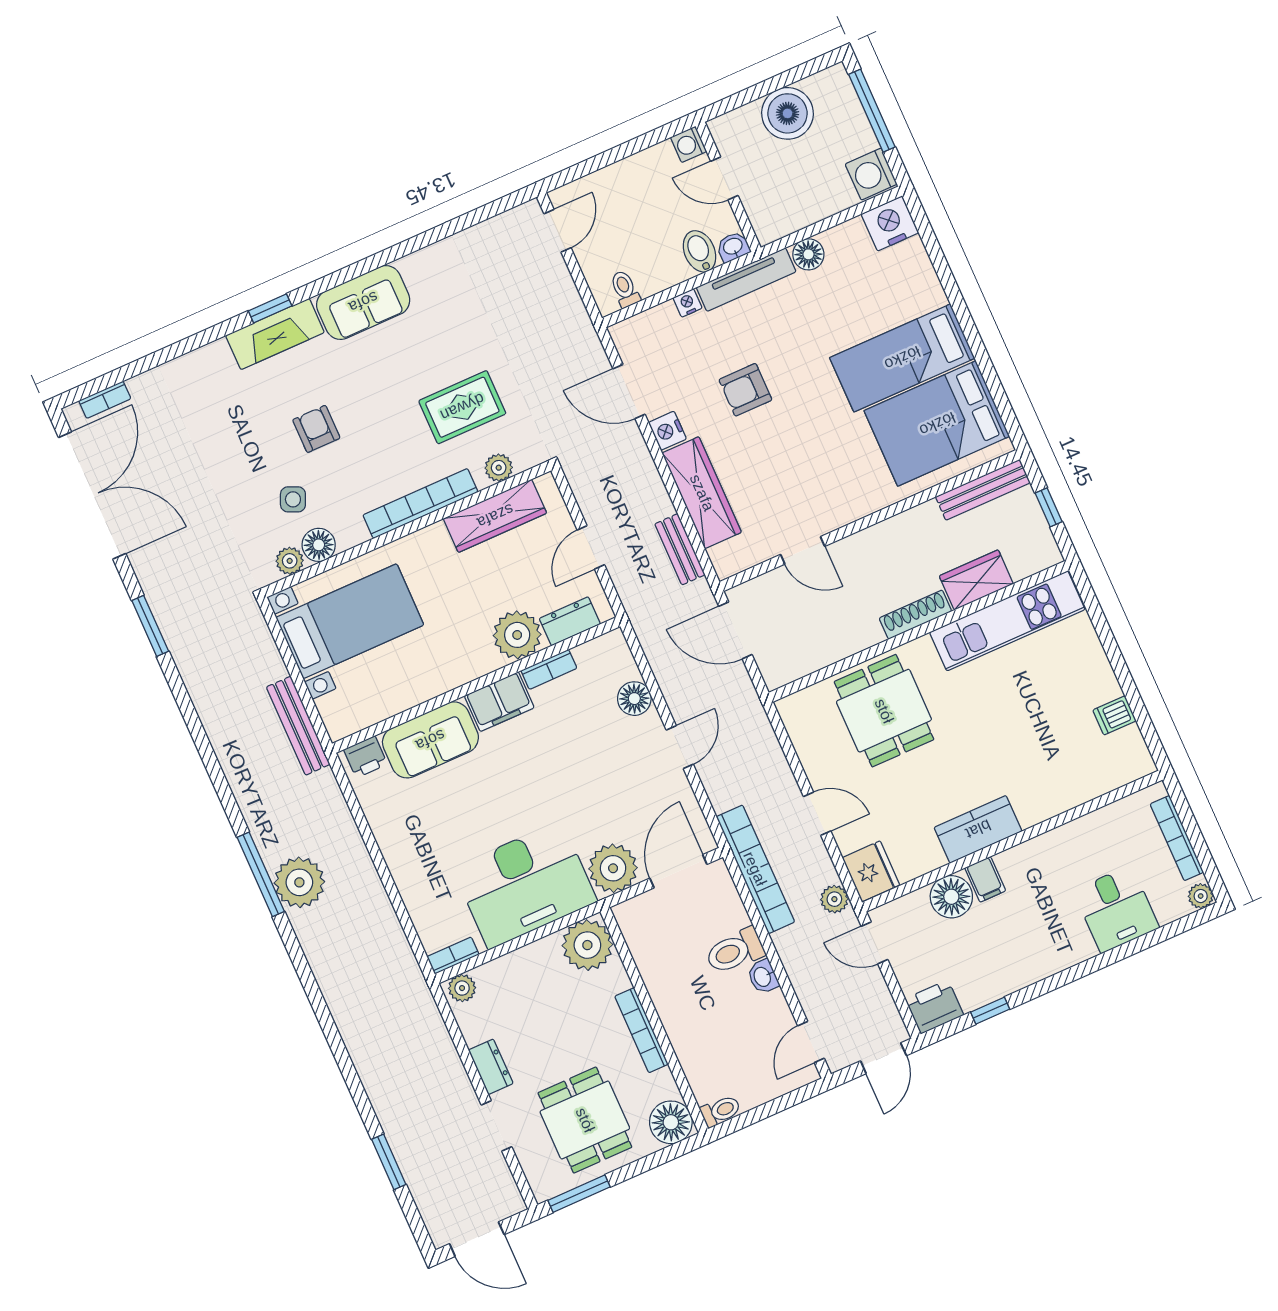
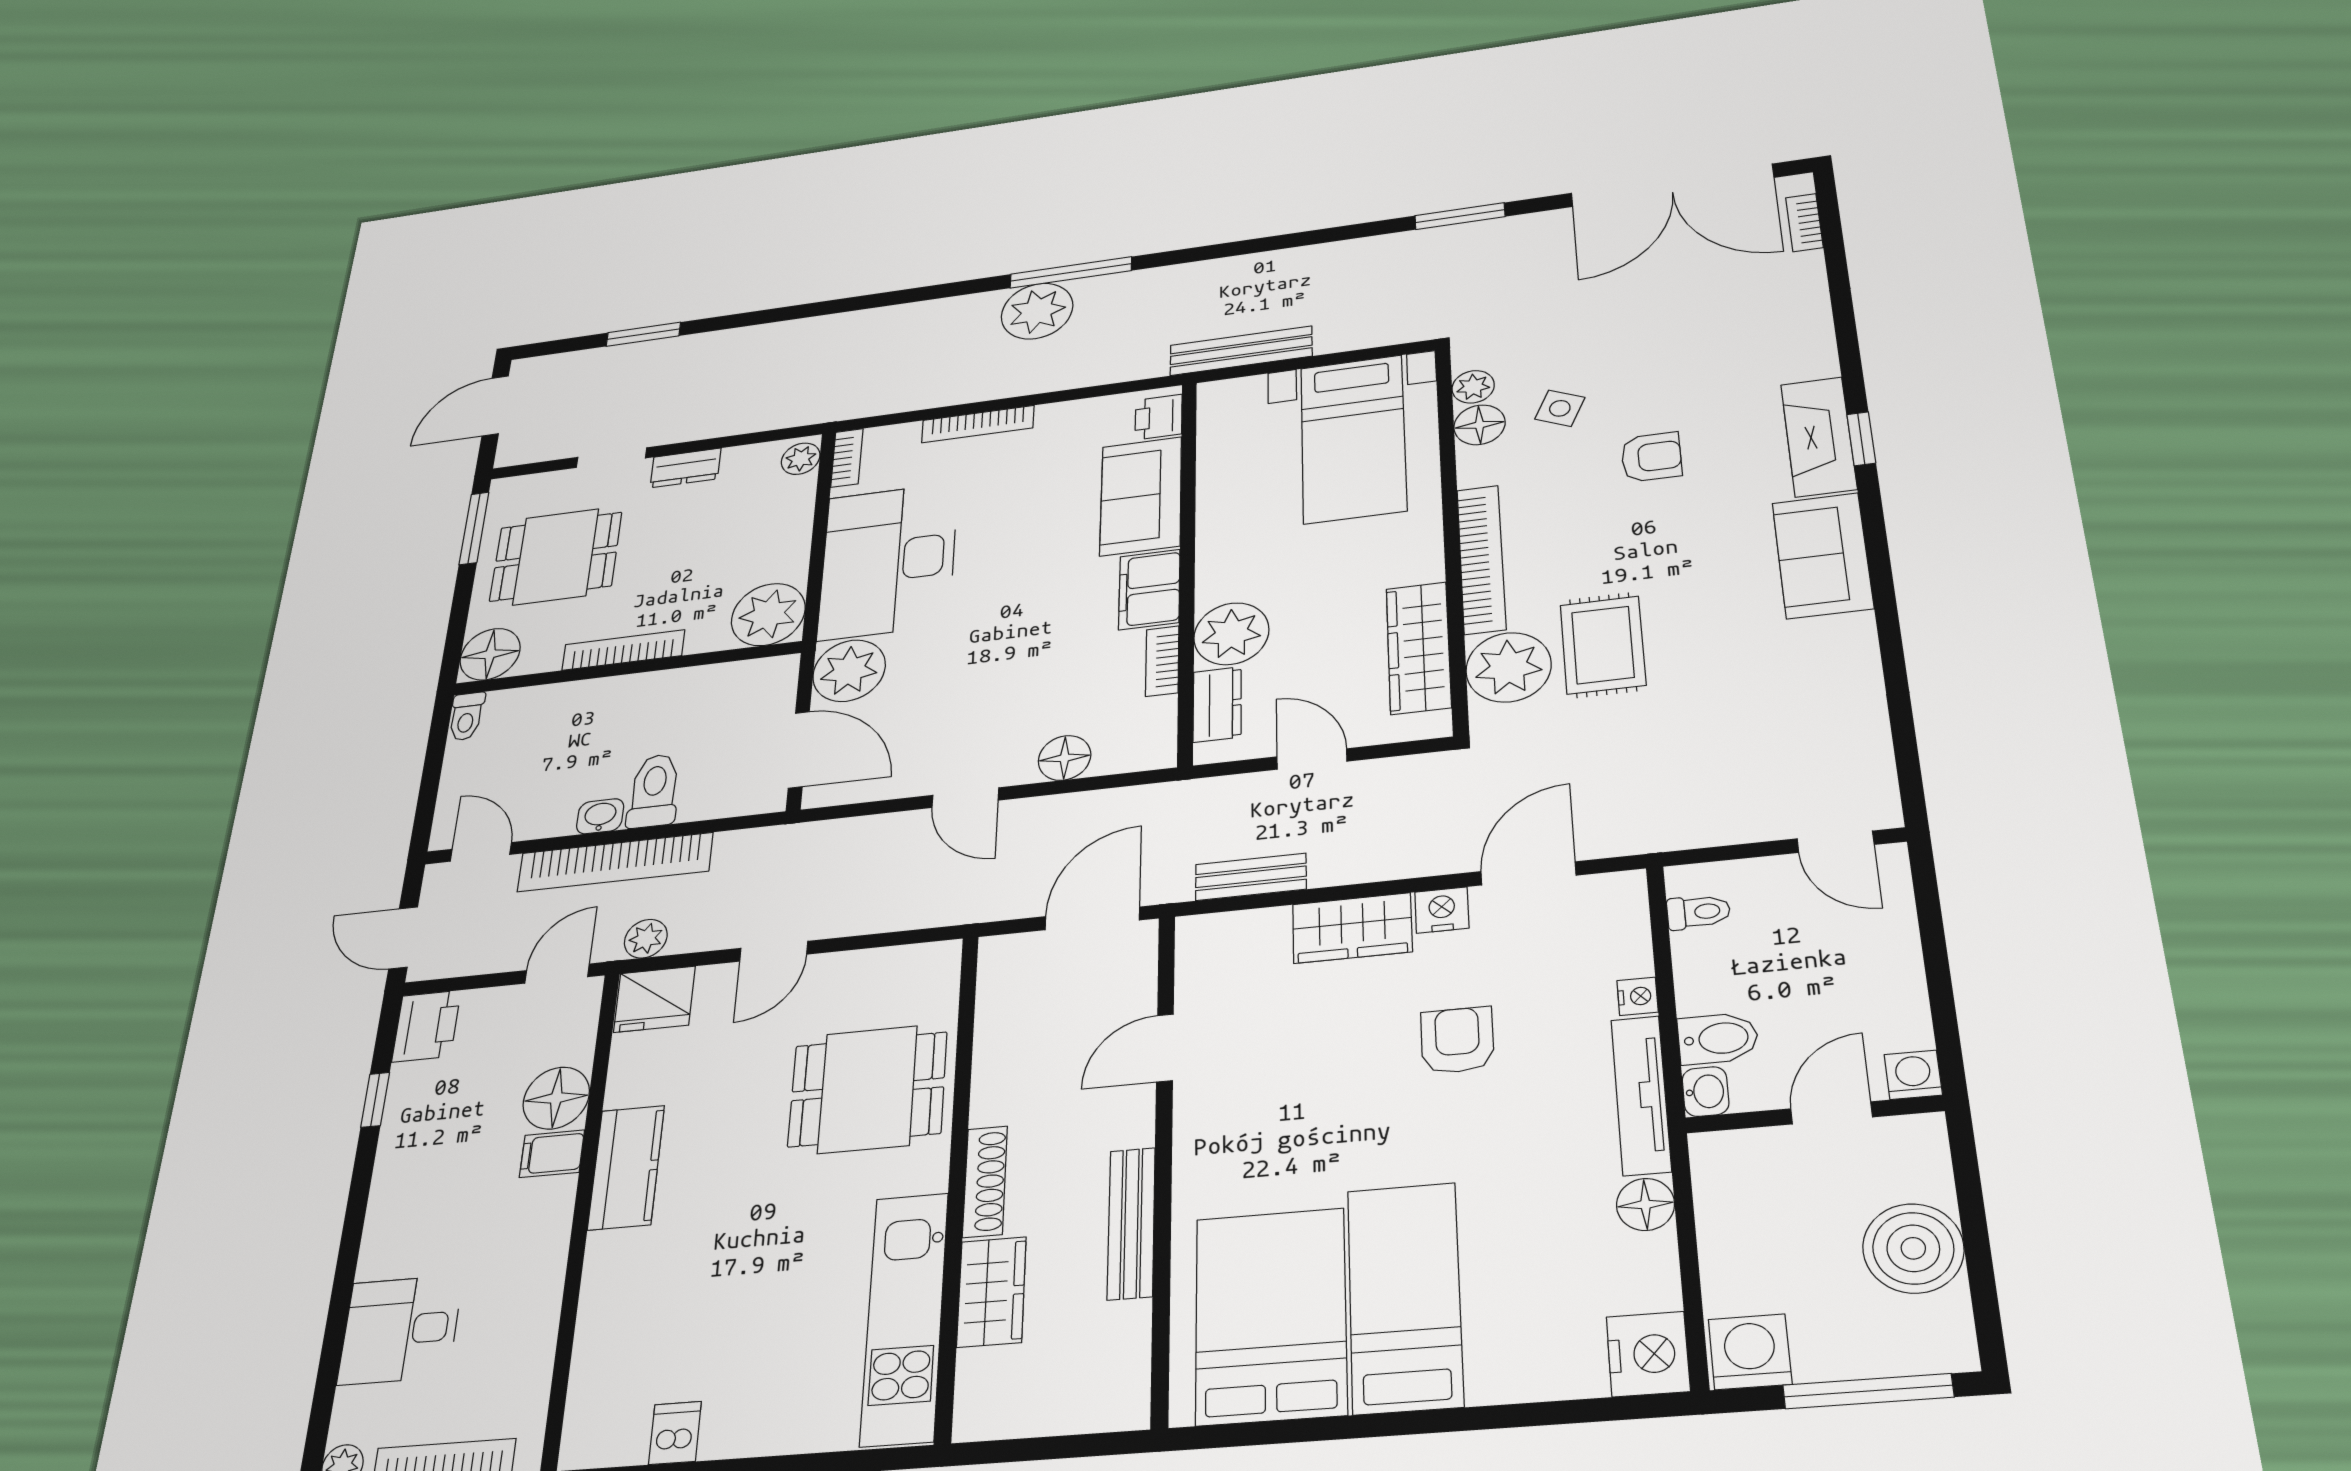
plant: (499, 468) -> (1509, 667), width x1.87, depth x1.87
bench: (983, 490) -> (1131, 1223), moved
wardrobe: (702, 493) -> (1352, 928), width x0.67
window: (1049, 507) -> (1050, 1448), removed
bookcase: (755, 869) -> (615, 862), moved
bookcase: (402, 878) -> (978, 424), added

